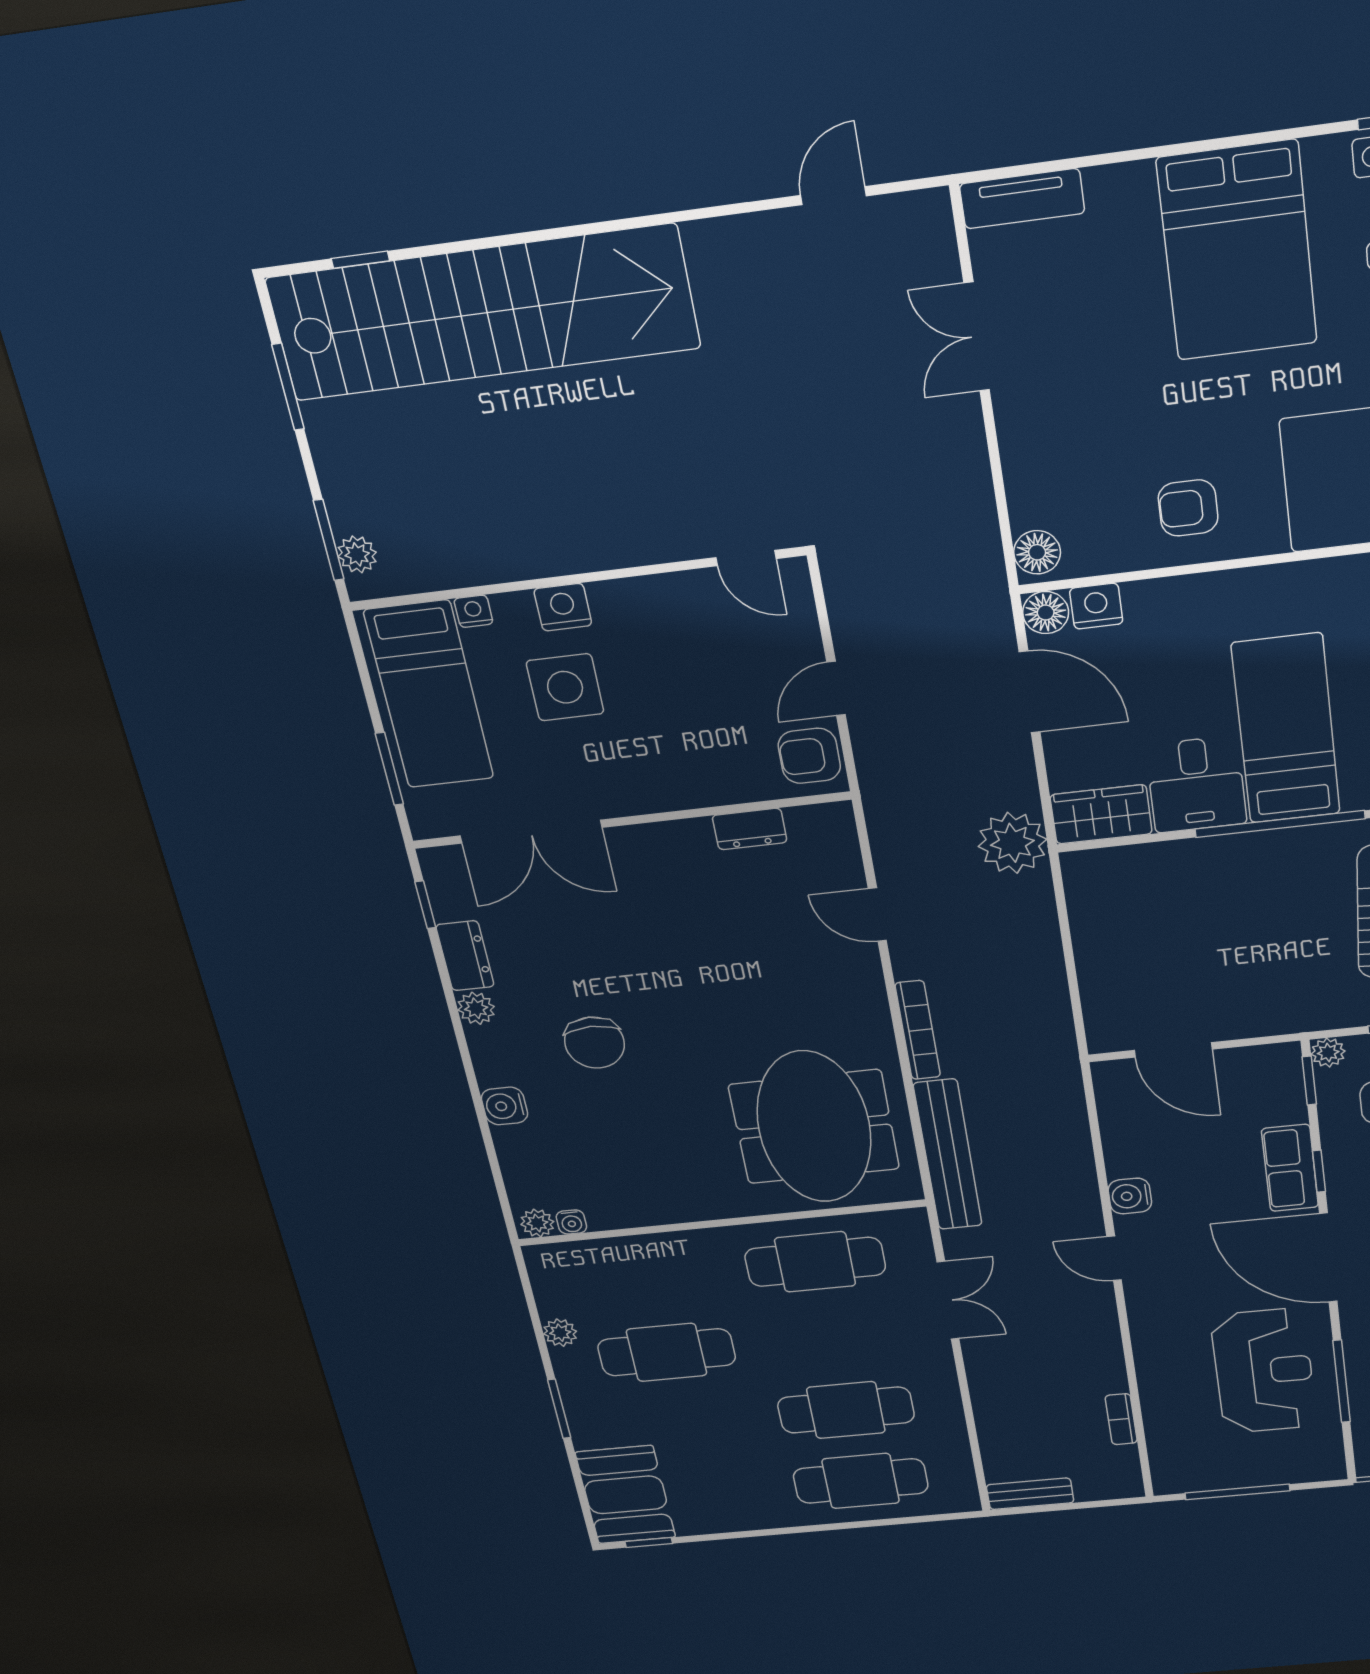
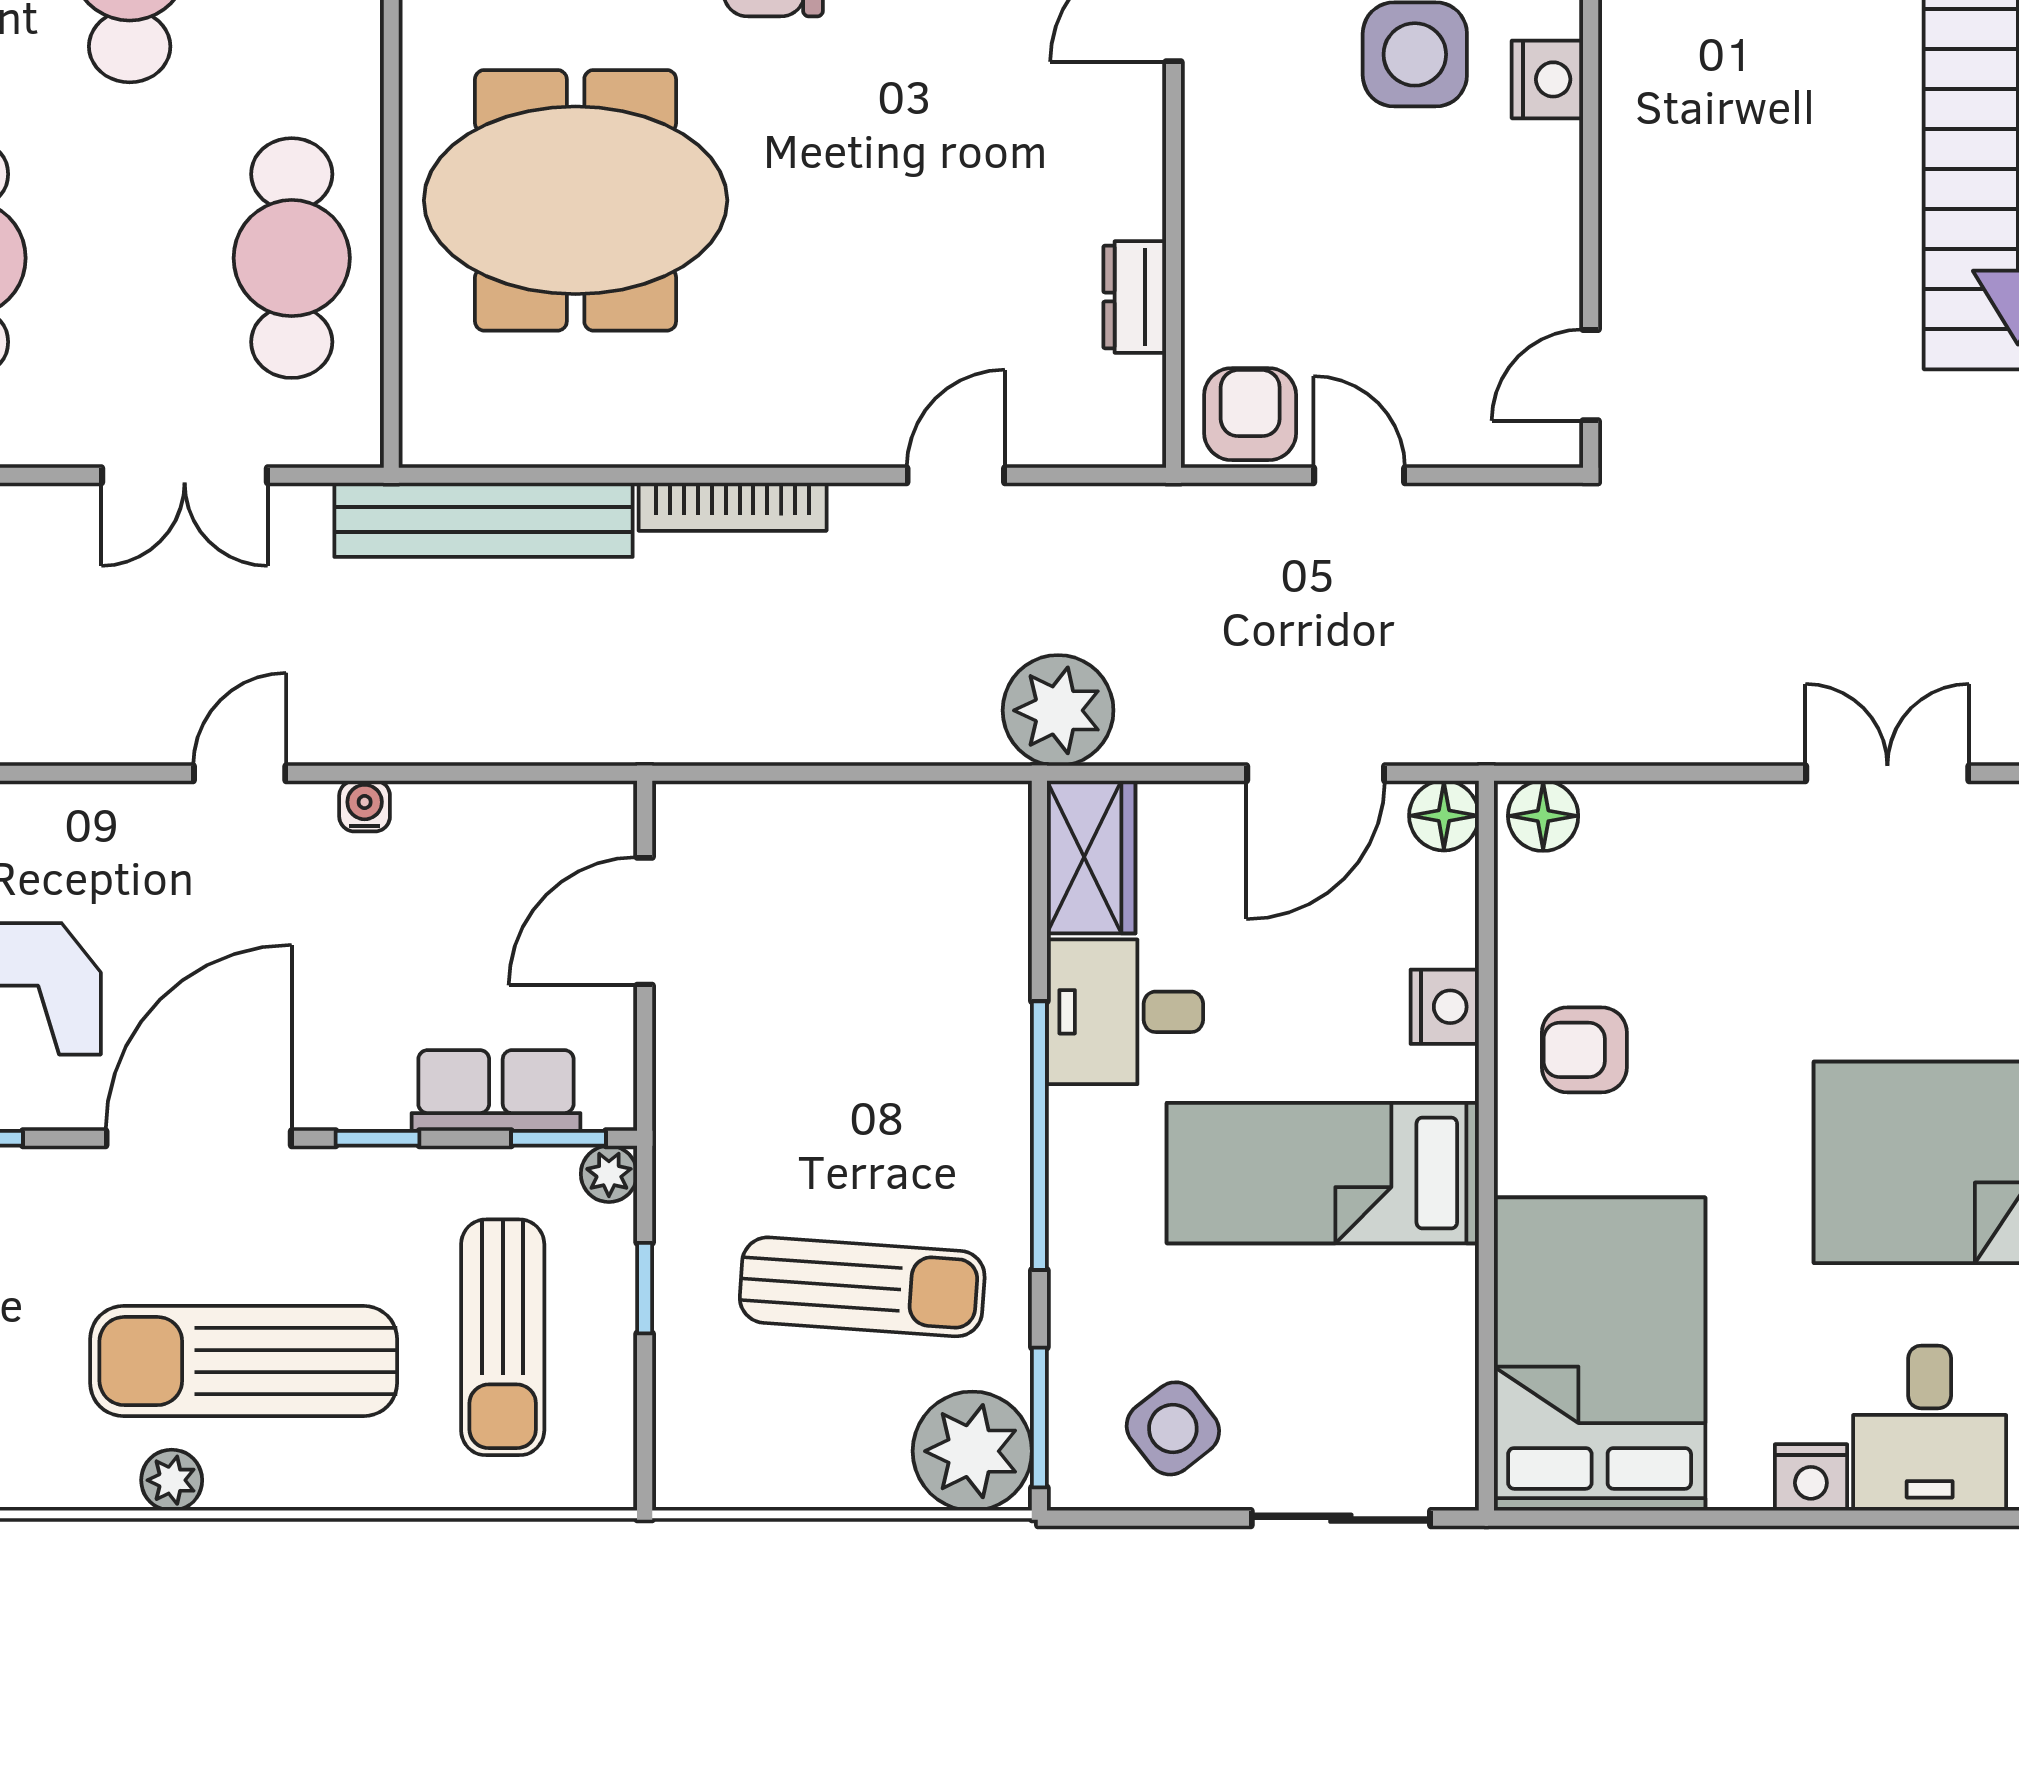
armchair: (1188, 508) -> (1584, 1050), turned -90
nightstand: (1096, 606) -> (1445, 1007), moved
bed: (1286, 729) -> (1323, 1173), moved, turned 180
meeting table: (814, 1127) -> (576, 200), moved
row of seats: (1290, 1168) -> (496, 1090), moved
water cooler: (1130, 1196) -> (365, 806), width x0.72, depth x0.72

